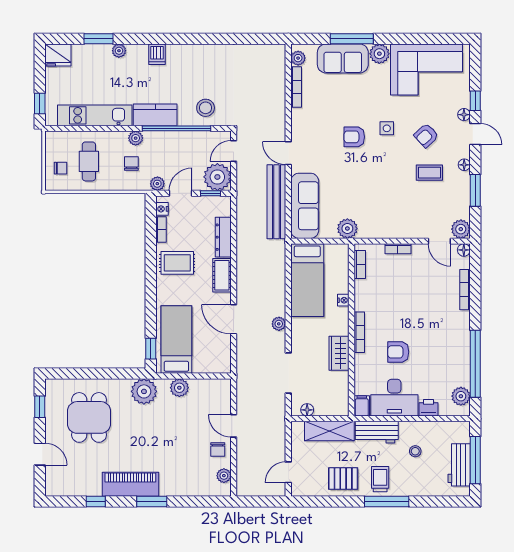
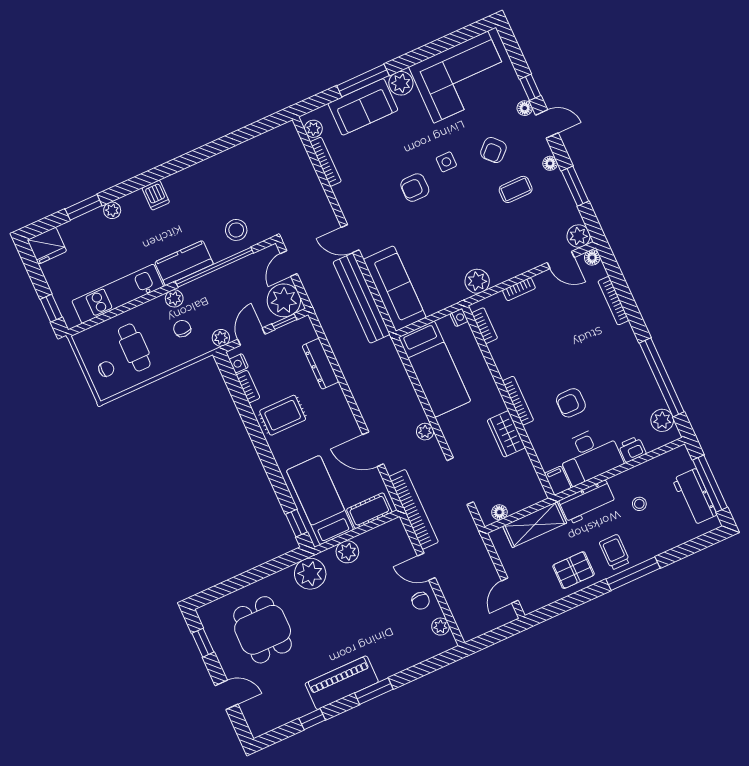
plant: (347, 229) -> (477, 281), moved
cot: (222, 275) -> (369, 511), moved, turned 90
nightstand: (343, 300) -> (459, 318), moved
bookcase: (244, 378) -> (414, 509), added

